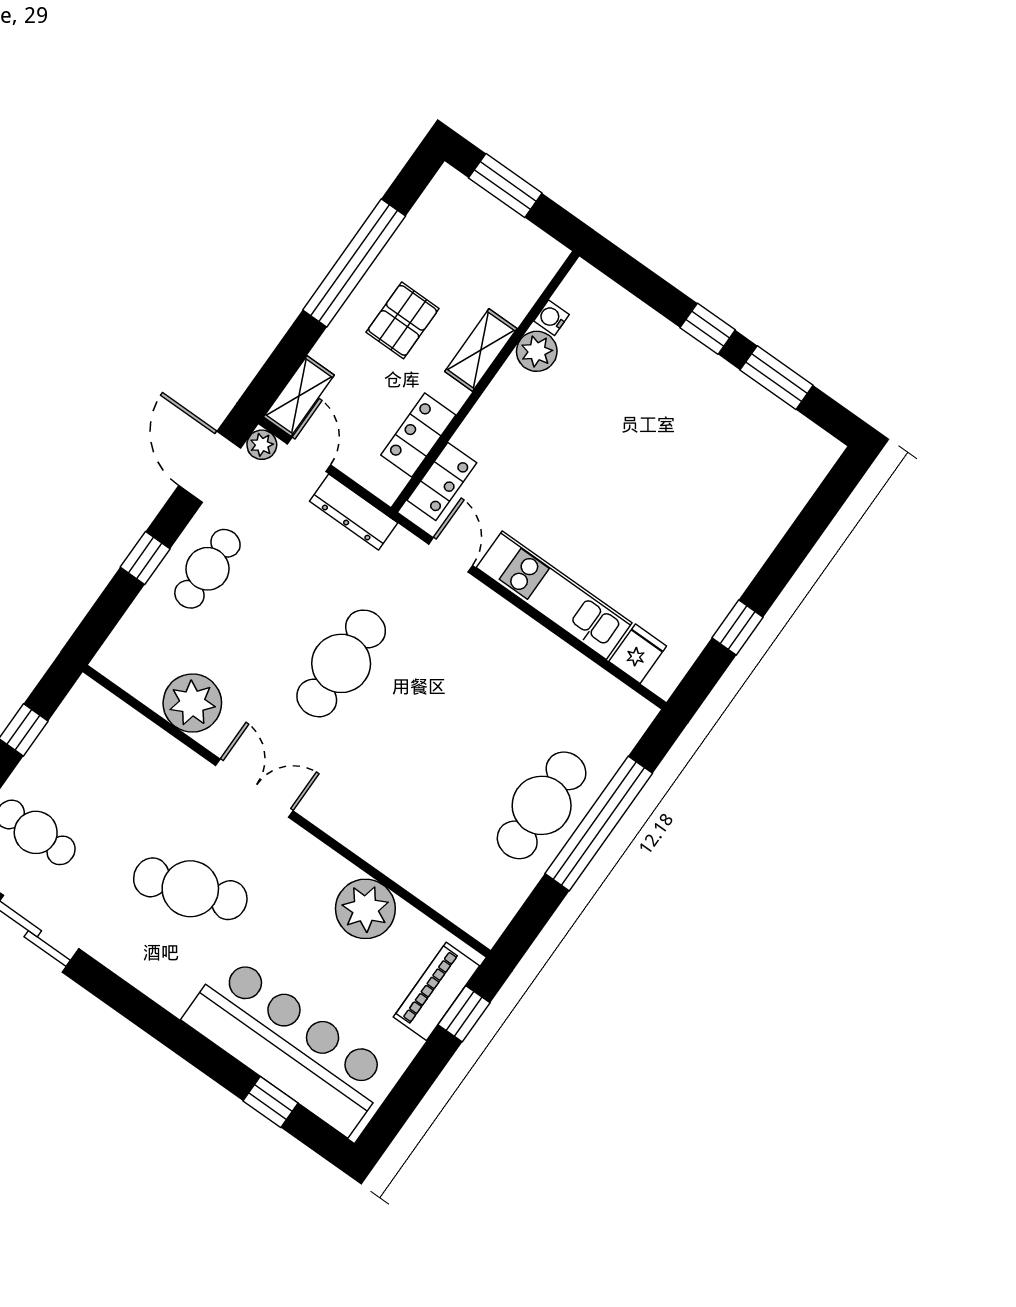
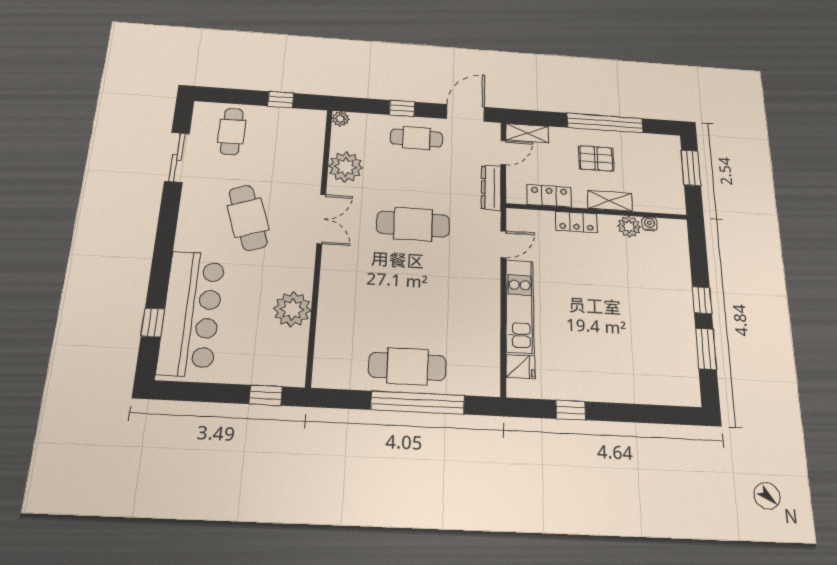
plant: (262, 445) -> (340, 119), moved
locker: (442, 481) -> (576, 222), moved
piano: (436, 991) -> (269, 373), removed

